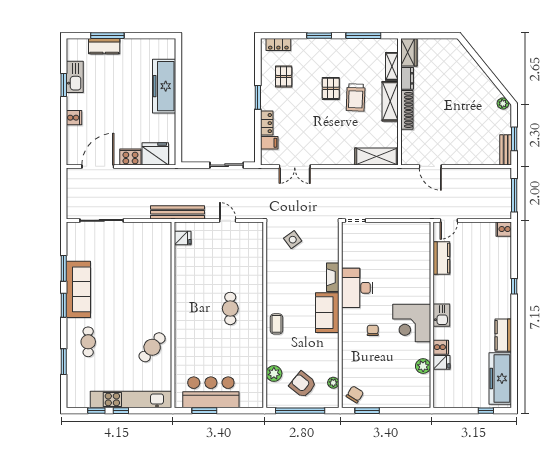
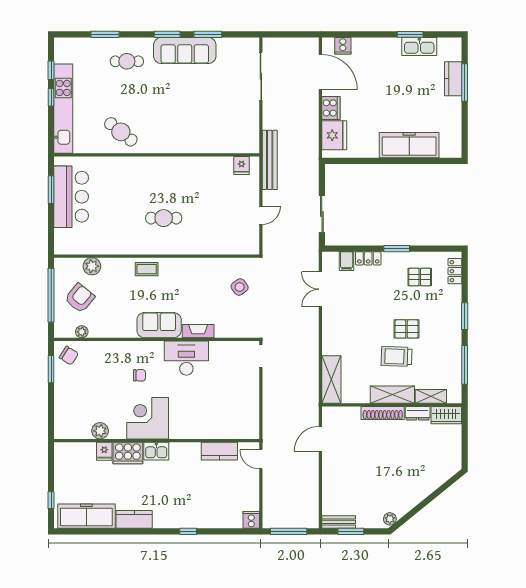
cooker: (74, 118) -> (343, 46), moved
cooker: (441, 347) -> (128, 453), width x1.87, depth x1.31

